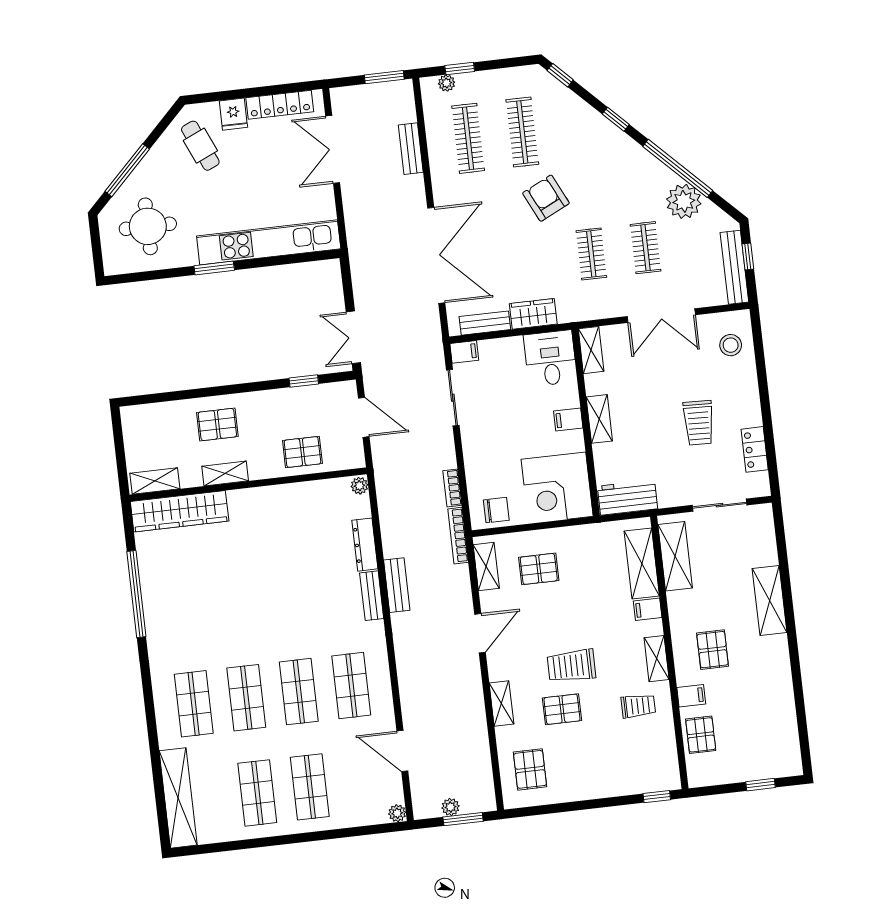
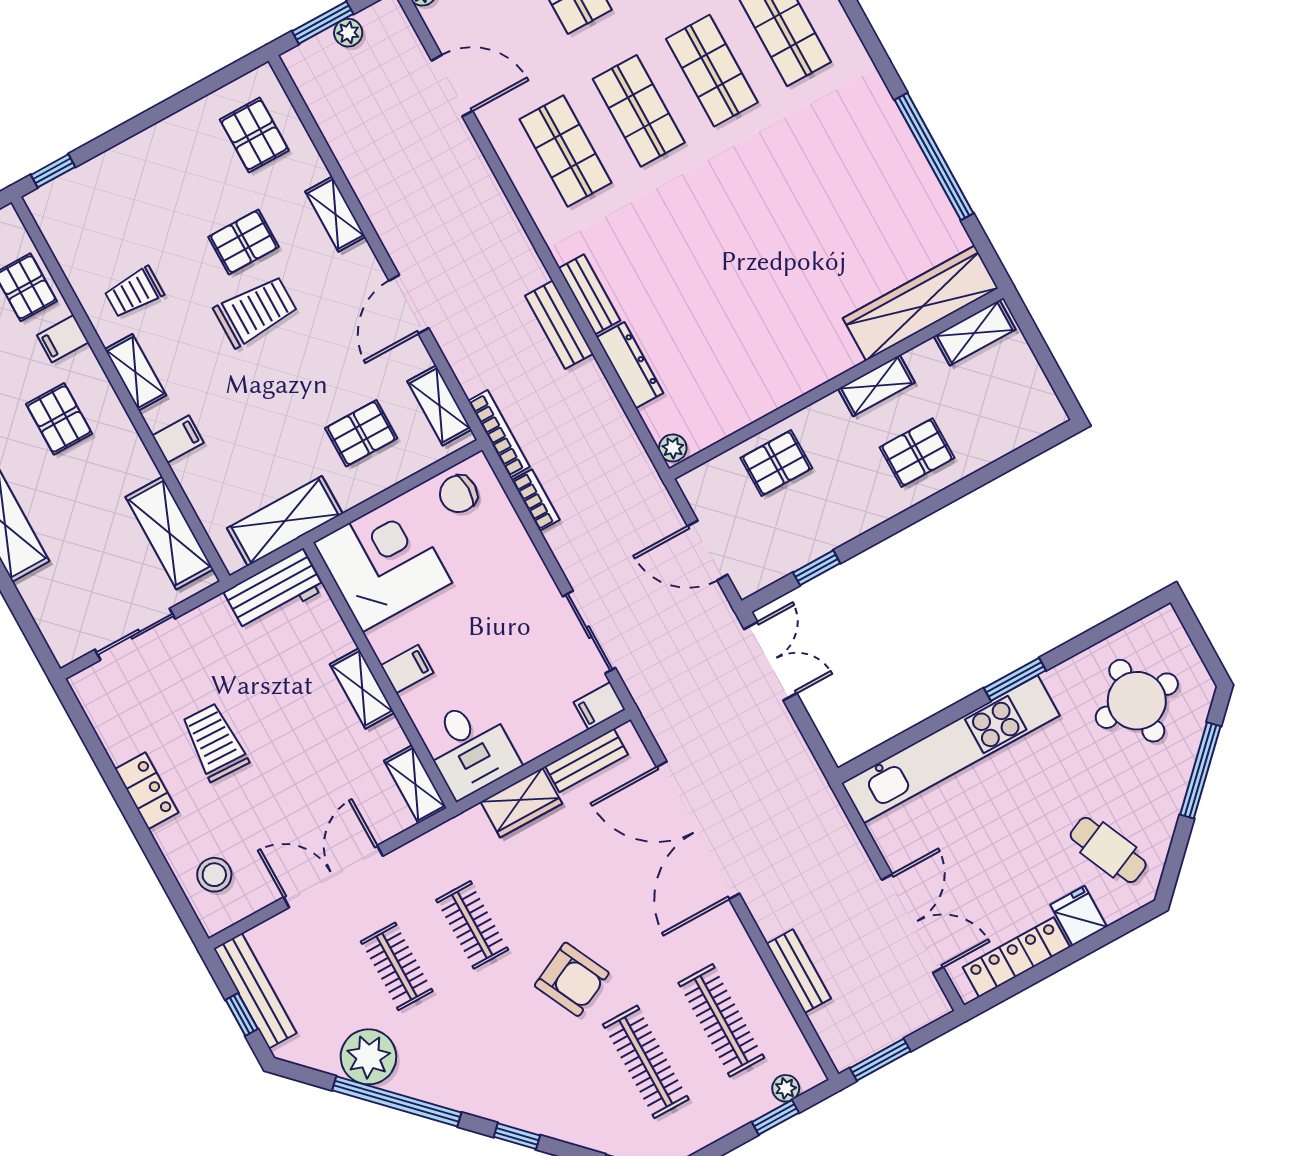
locker: (755, 449) -> (147, 791), moved
shelving: (642, 564) -> (285, 521), moved, turned 90

